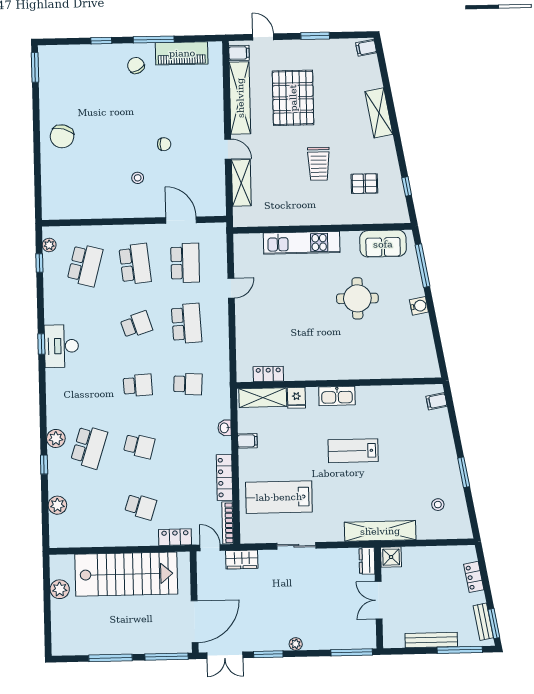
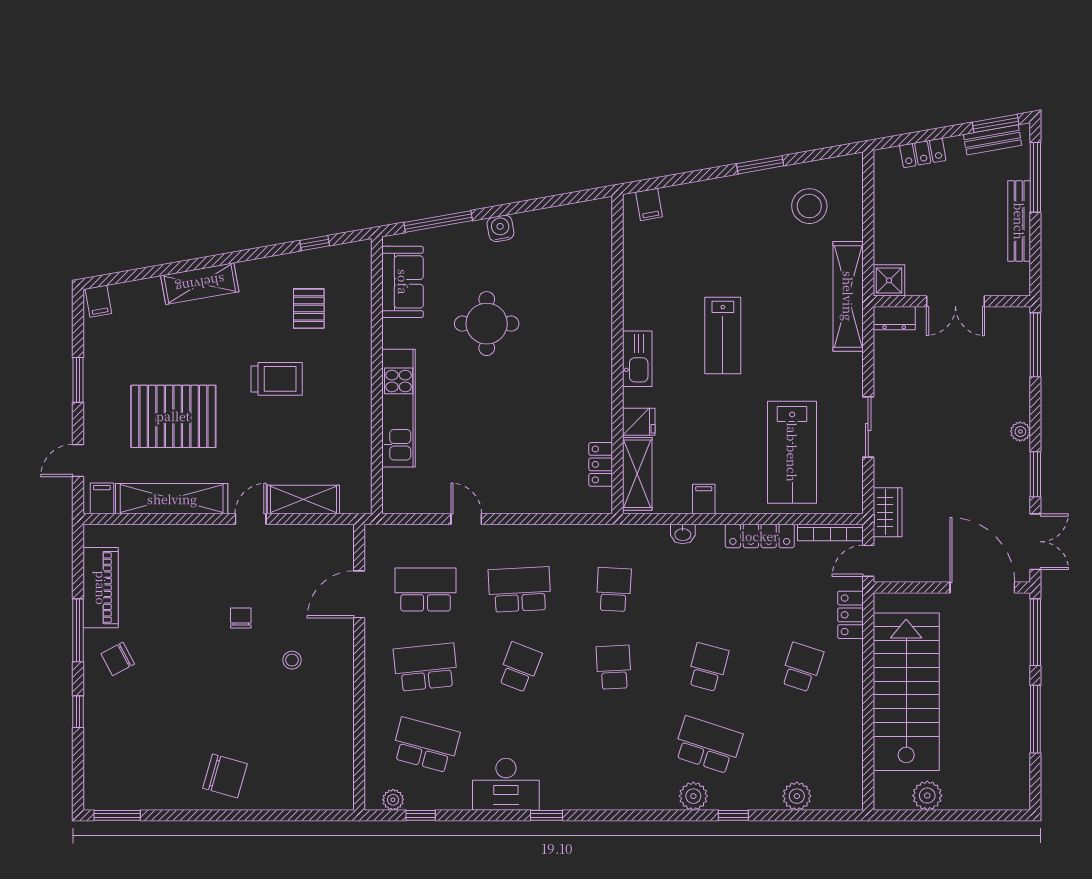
school desk: (136, 325) -> (520, 667), turned 39
desk: (61, 346) -> (506, 784), moved
stool: (438, 505) -> (809, 206), width x1.89, depth x1.89

